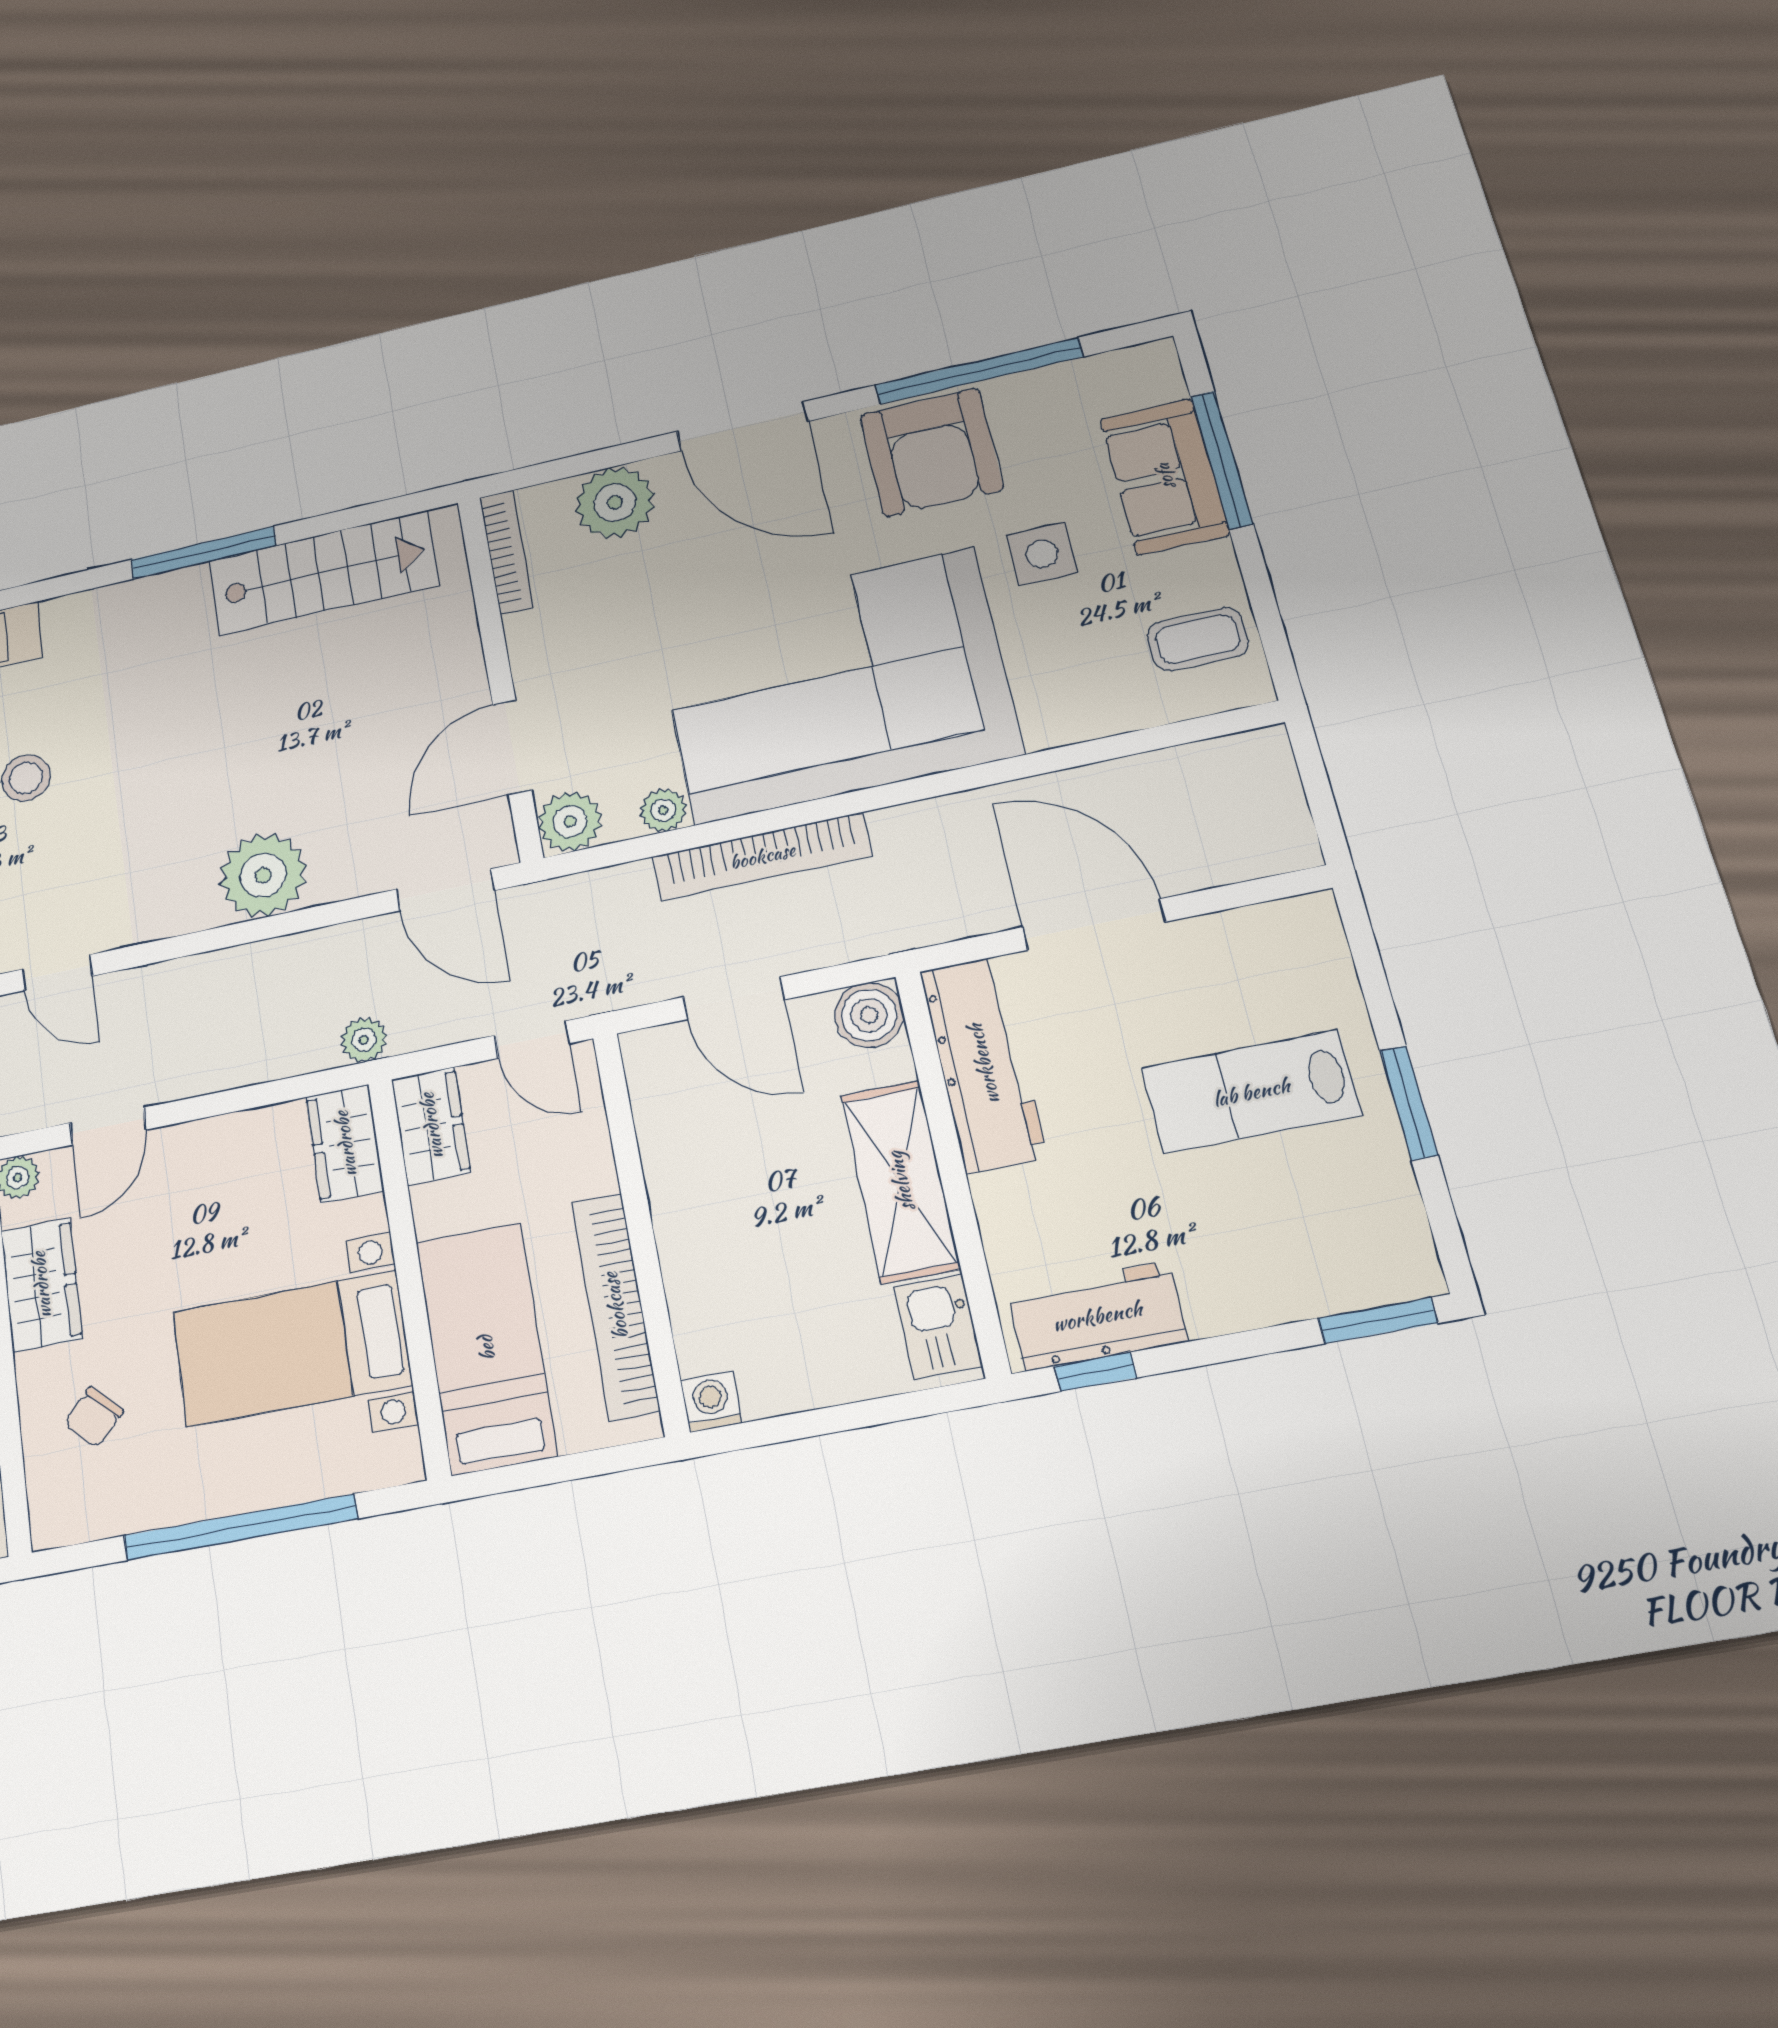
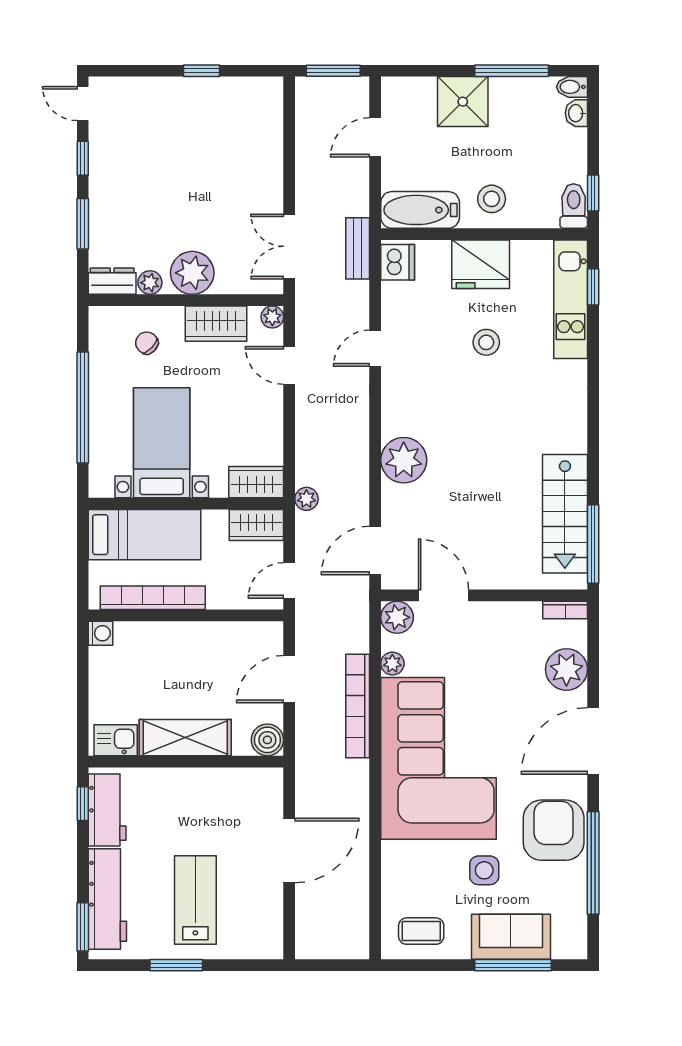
armchair: (931, 452) -> (554, 830), turned 90
bookcase: (506, 552) -> (565, 610), width x0.64
window: (203, 553) -> (593, 544), moved
coffee table: (1198, 639) -> (421, 931), turned 90
workbench: (983, 1064) -> (107, 899), moved, turned -90

